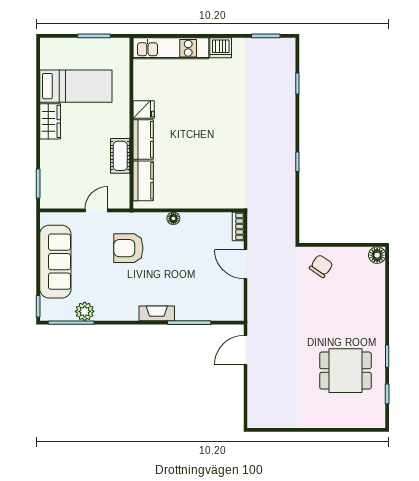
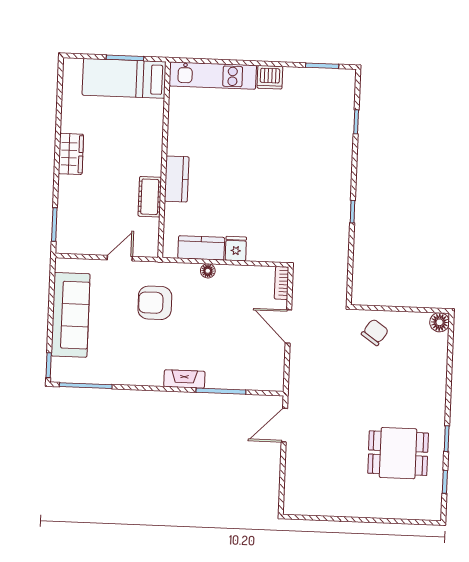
bed: (76, 86) -> (124, 78), moved, turned 180
fridge: (144, 109) -> (236, 249), moved, turned -90
kitchen counter: (143, 181) -> (201, 248), moved, turned -90
plant: (85, 311) -> (102, 373), removed

